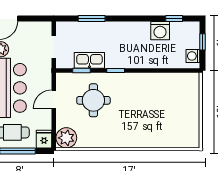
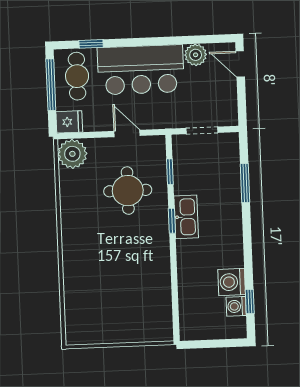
window: (202, 42) -> (218, 343), removed
washing machine: (193, 56) -> (236, 306), moved, turned -90
kitchen sink: (89, 60) -> (186, 217), moved

